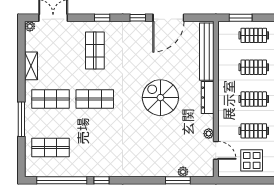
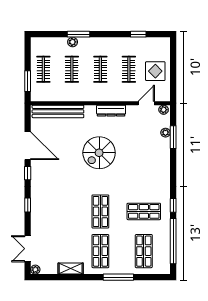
shop shelf: (95, 51) -> (144, 211), moved
dresser: (208, 98) -> (111, 111), moved
plant: (209, 134) -> (164, 110), moved

